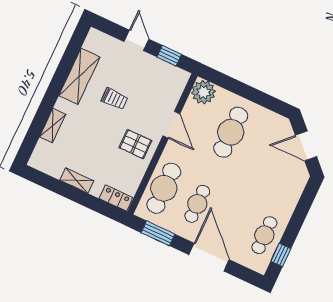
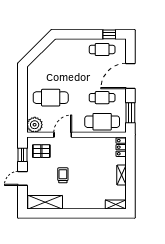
shelving: (79, 76) -> (45, 202), moved
shelving: (53, 126) -> (116, 204), moved
pallet: (135, 144) -> (41, 151), moved, turned 90
door: (306, 146) -> (38, 49), removed

